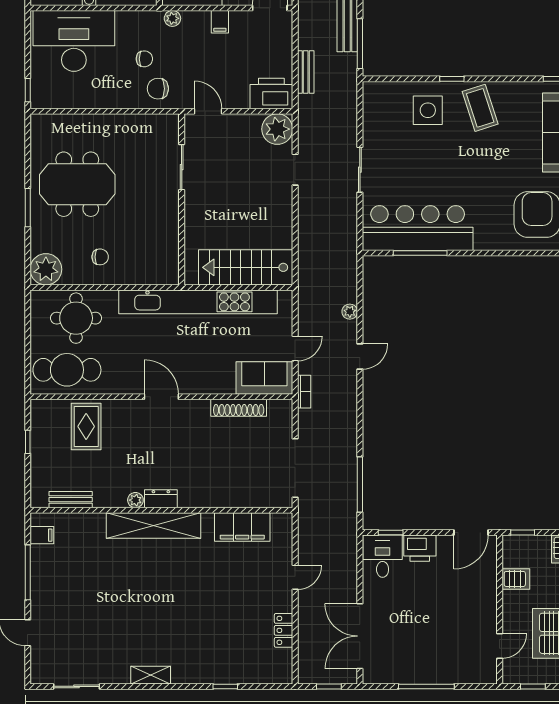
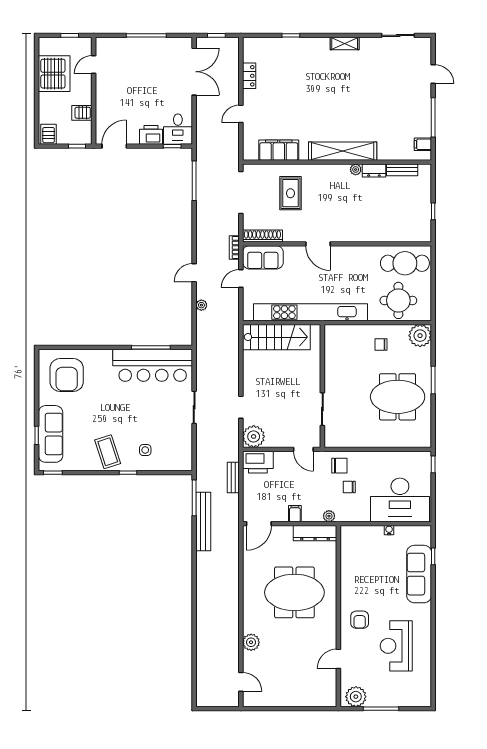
side table: (428, 110) -> (145, 450), width x0.54, depth x0.54
door: (161, 397) -> (318, 244), moved
shoe rack: (239, 408) -> (262, 236), moved
rug: (86, 426) -> (290, 193), moved
dresser: (161, 499) -> (374, 170), moved

